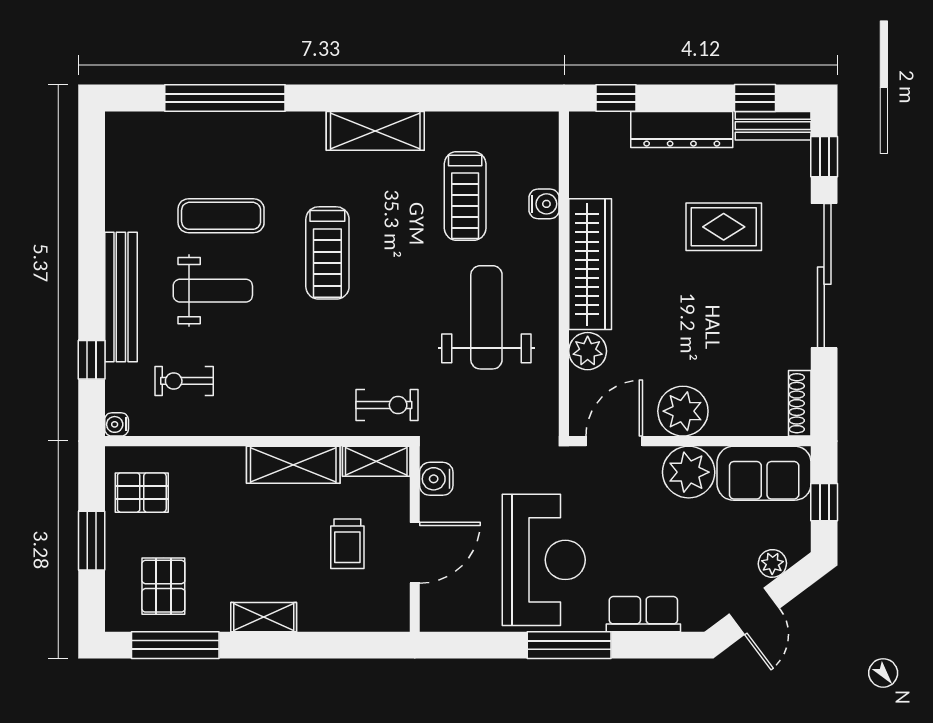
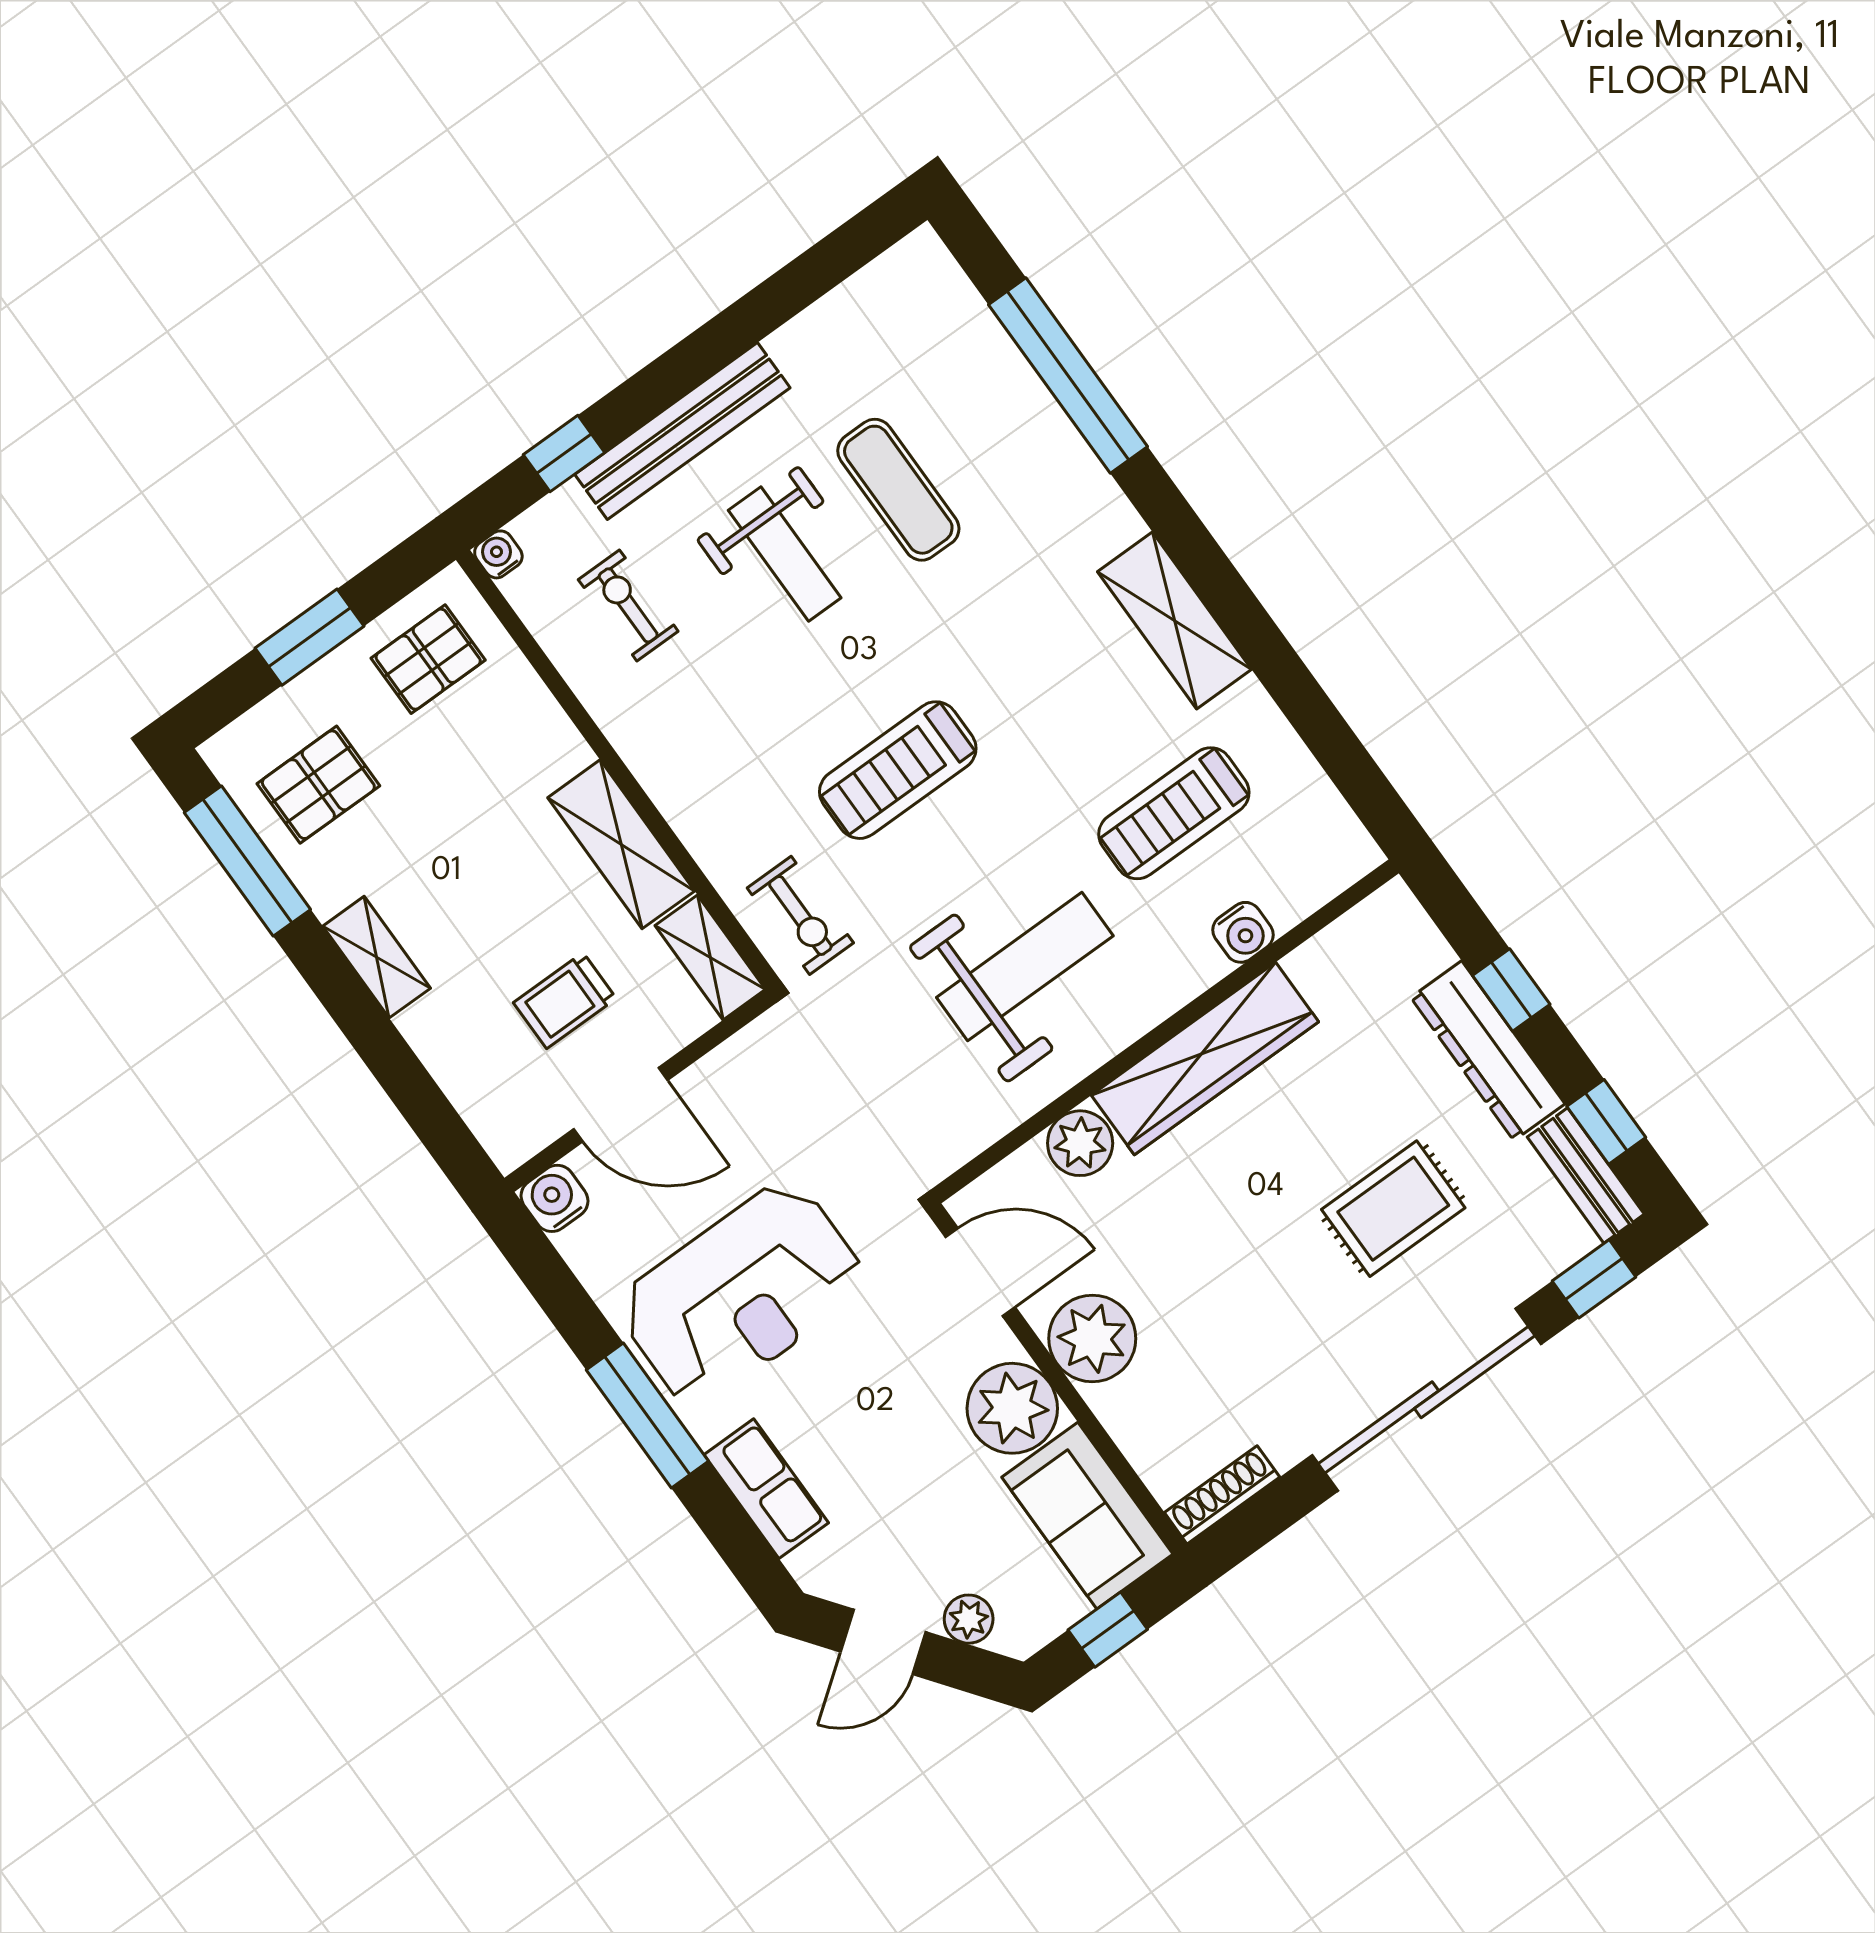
window: (616, 98) -> (1511, 990), moved
rug: (724, 227) -> (1393, 1209), turned 90
treadmill: (327, 253) -> (898, 770), moved
water cooler: (436, 479) -> (554, 1198), moved
pallet: (142, 493) -> (428, 659), turned 90

